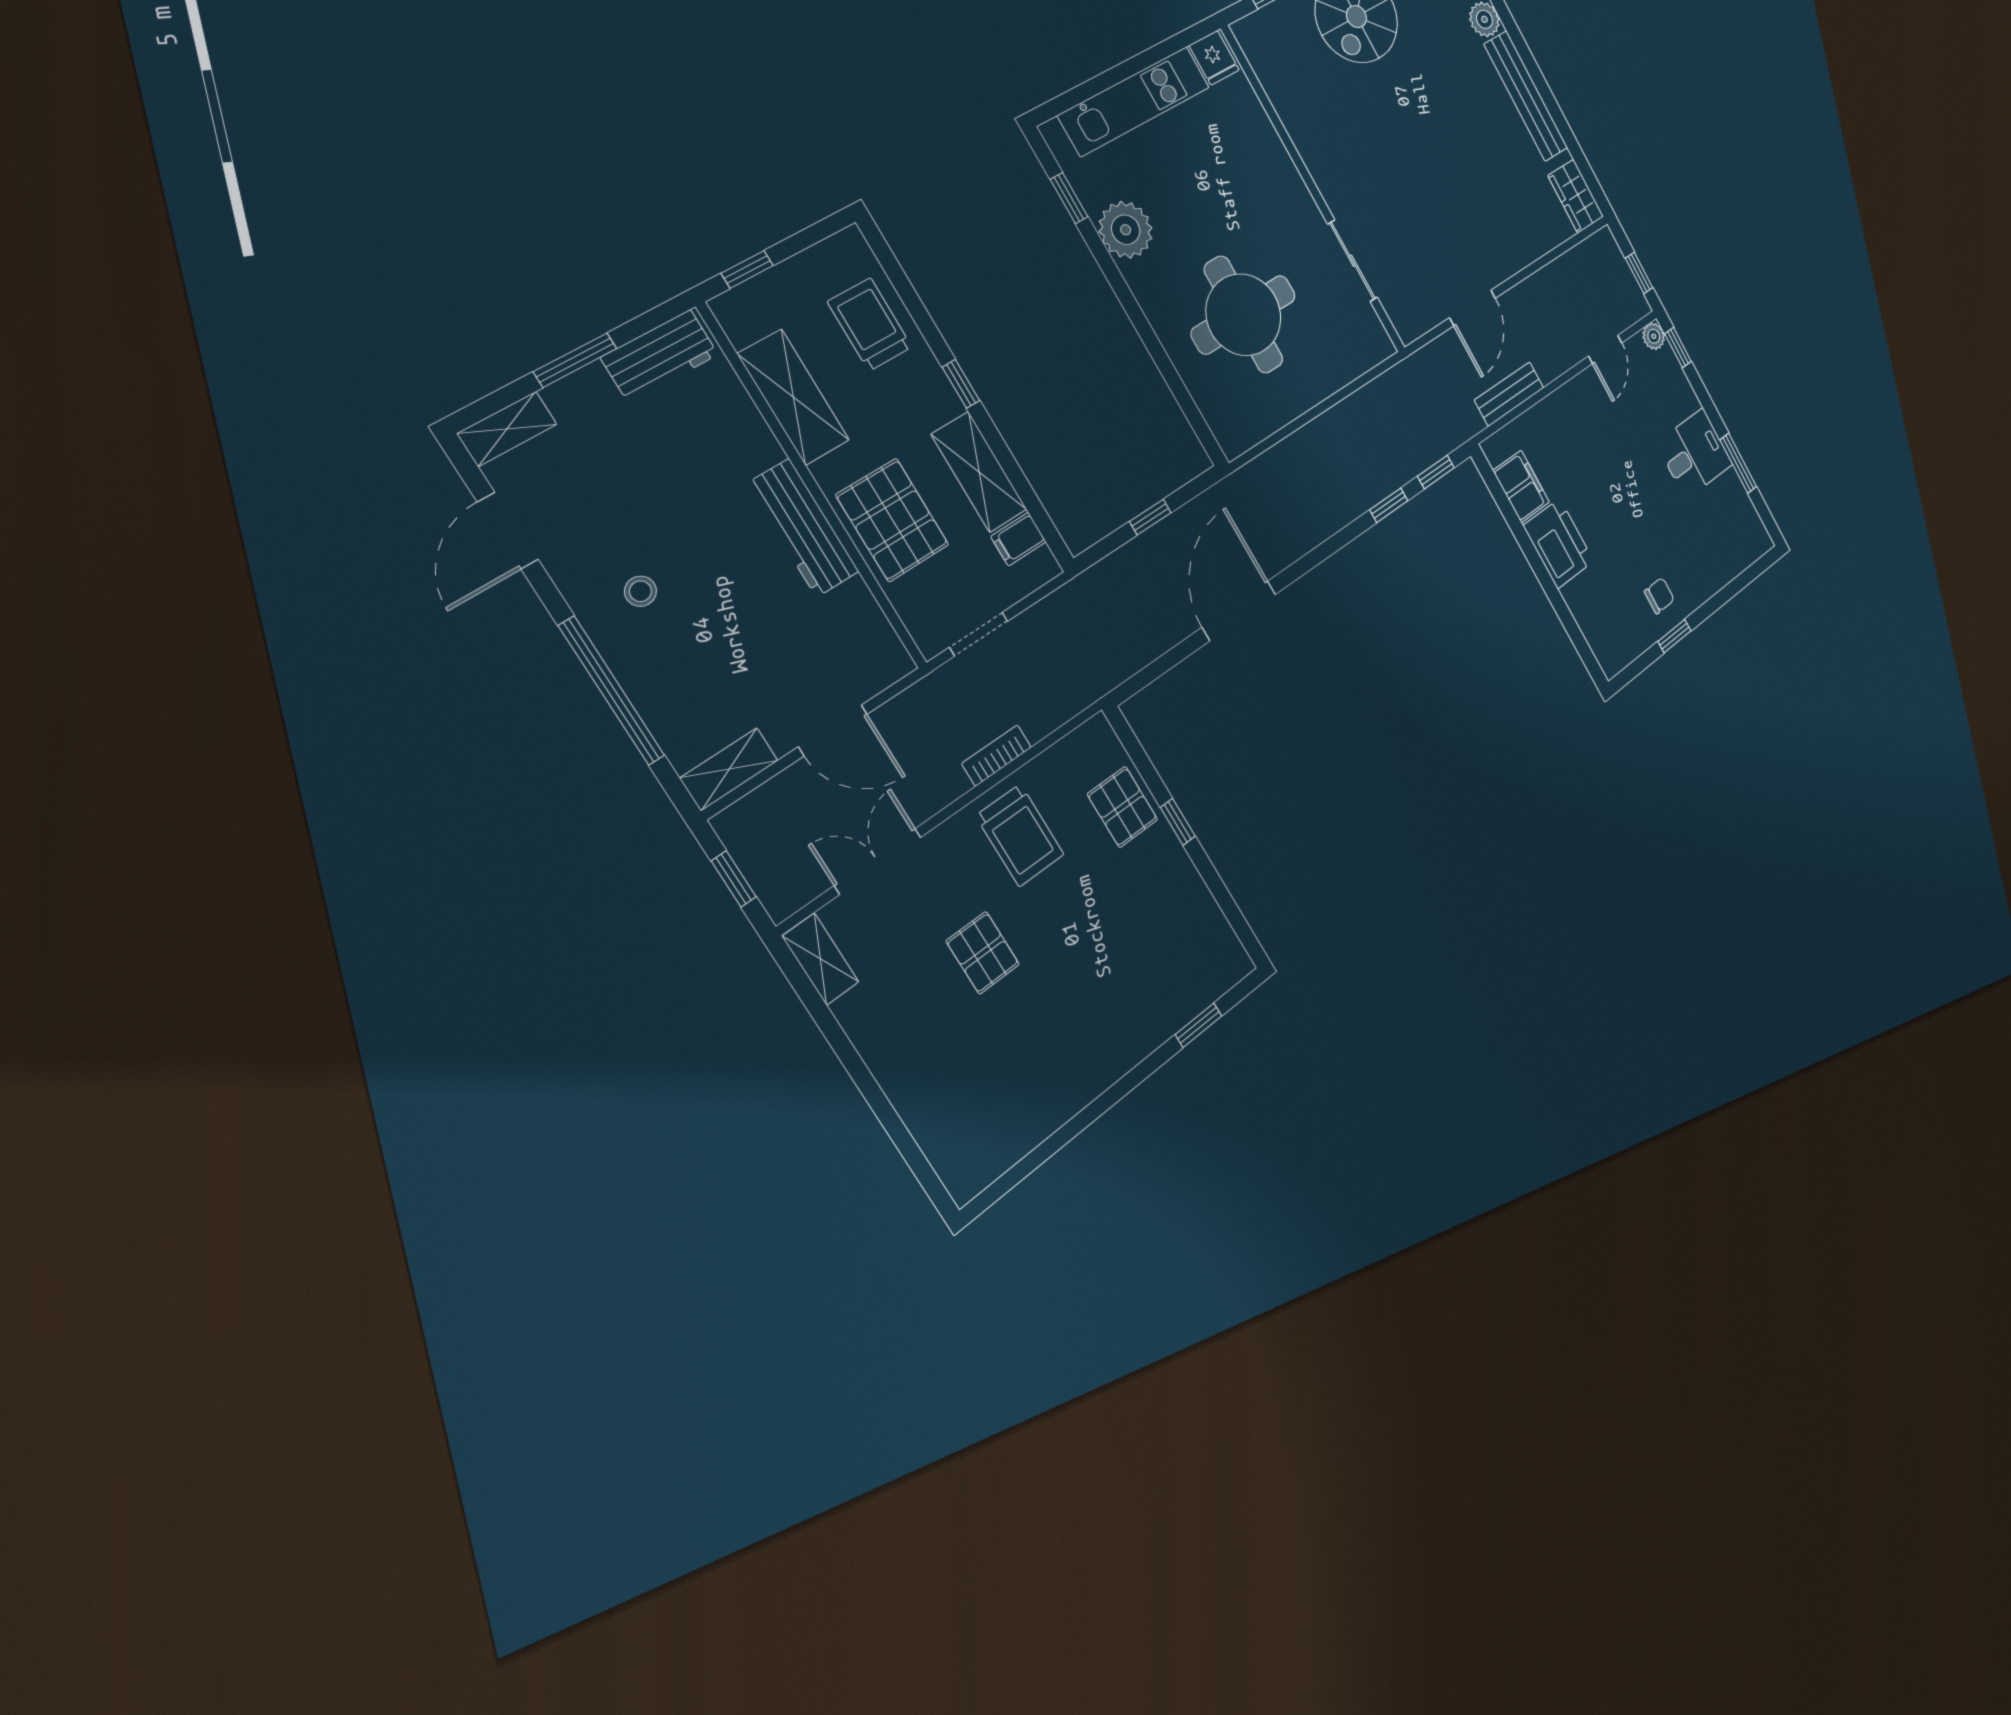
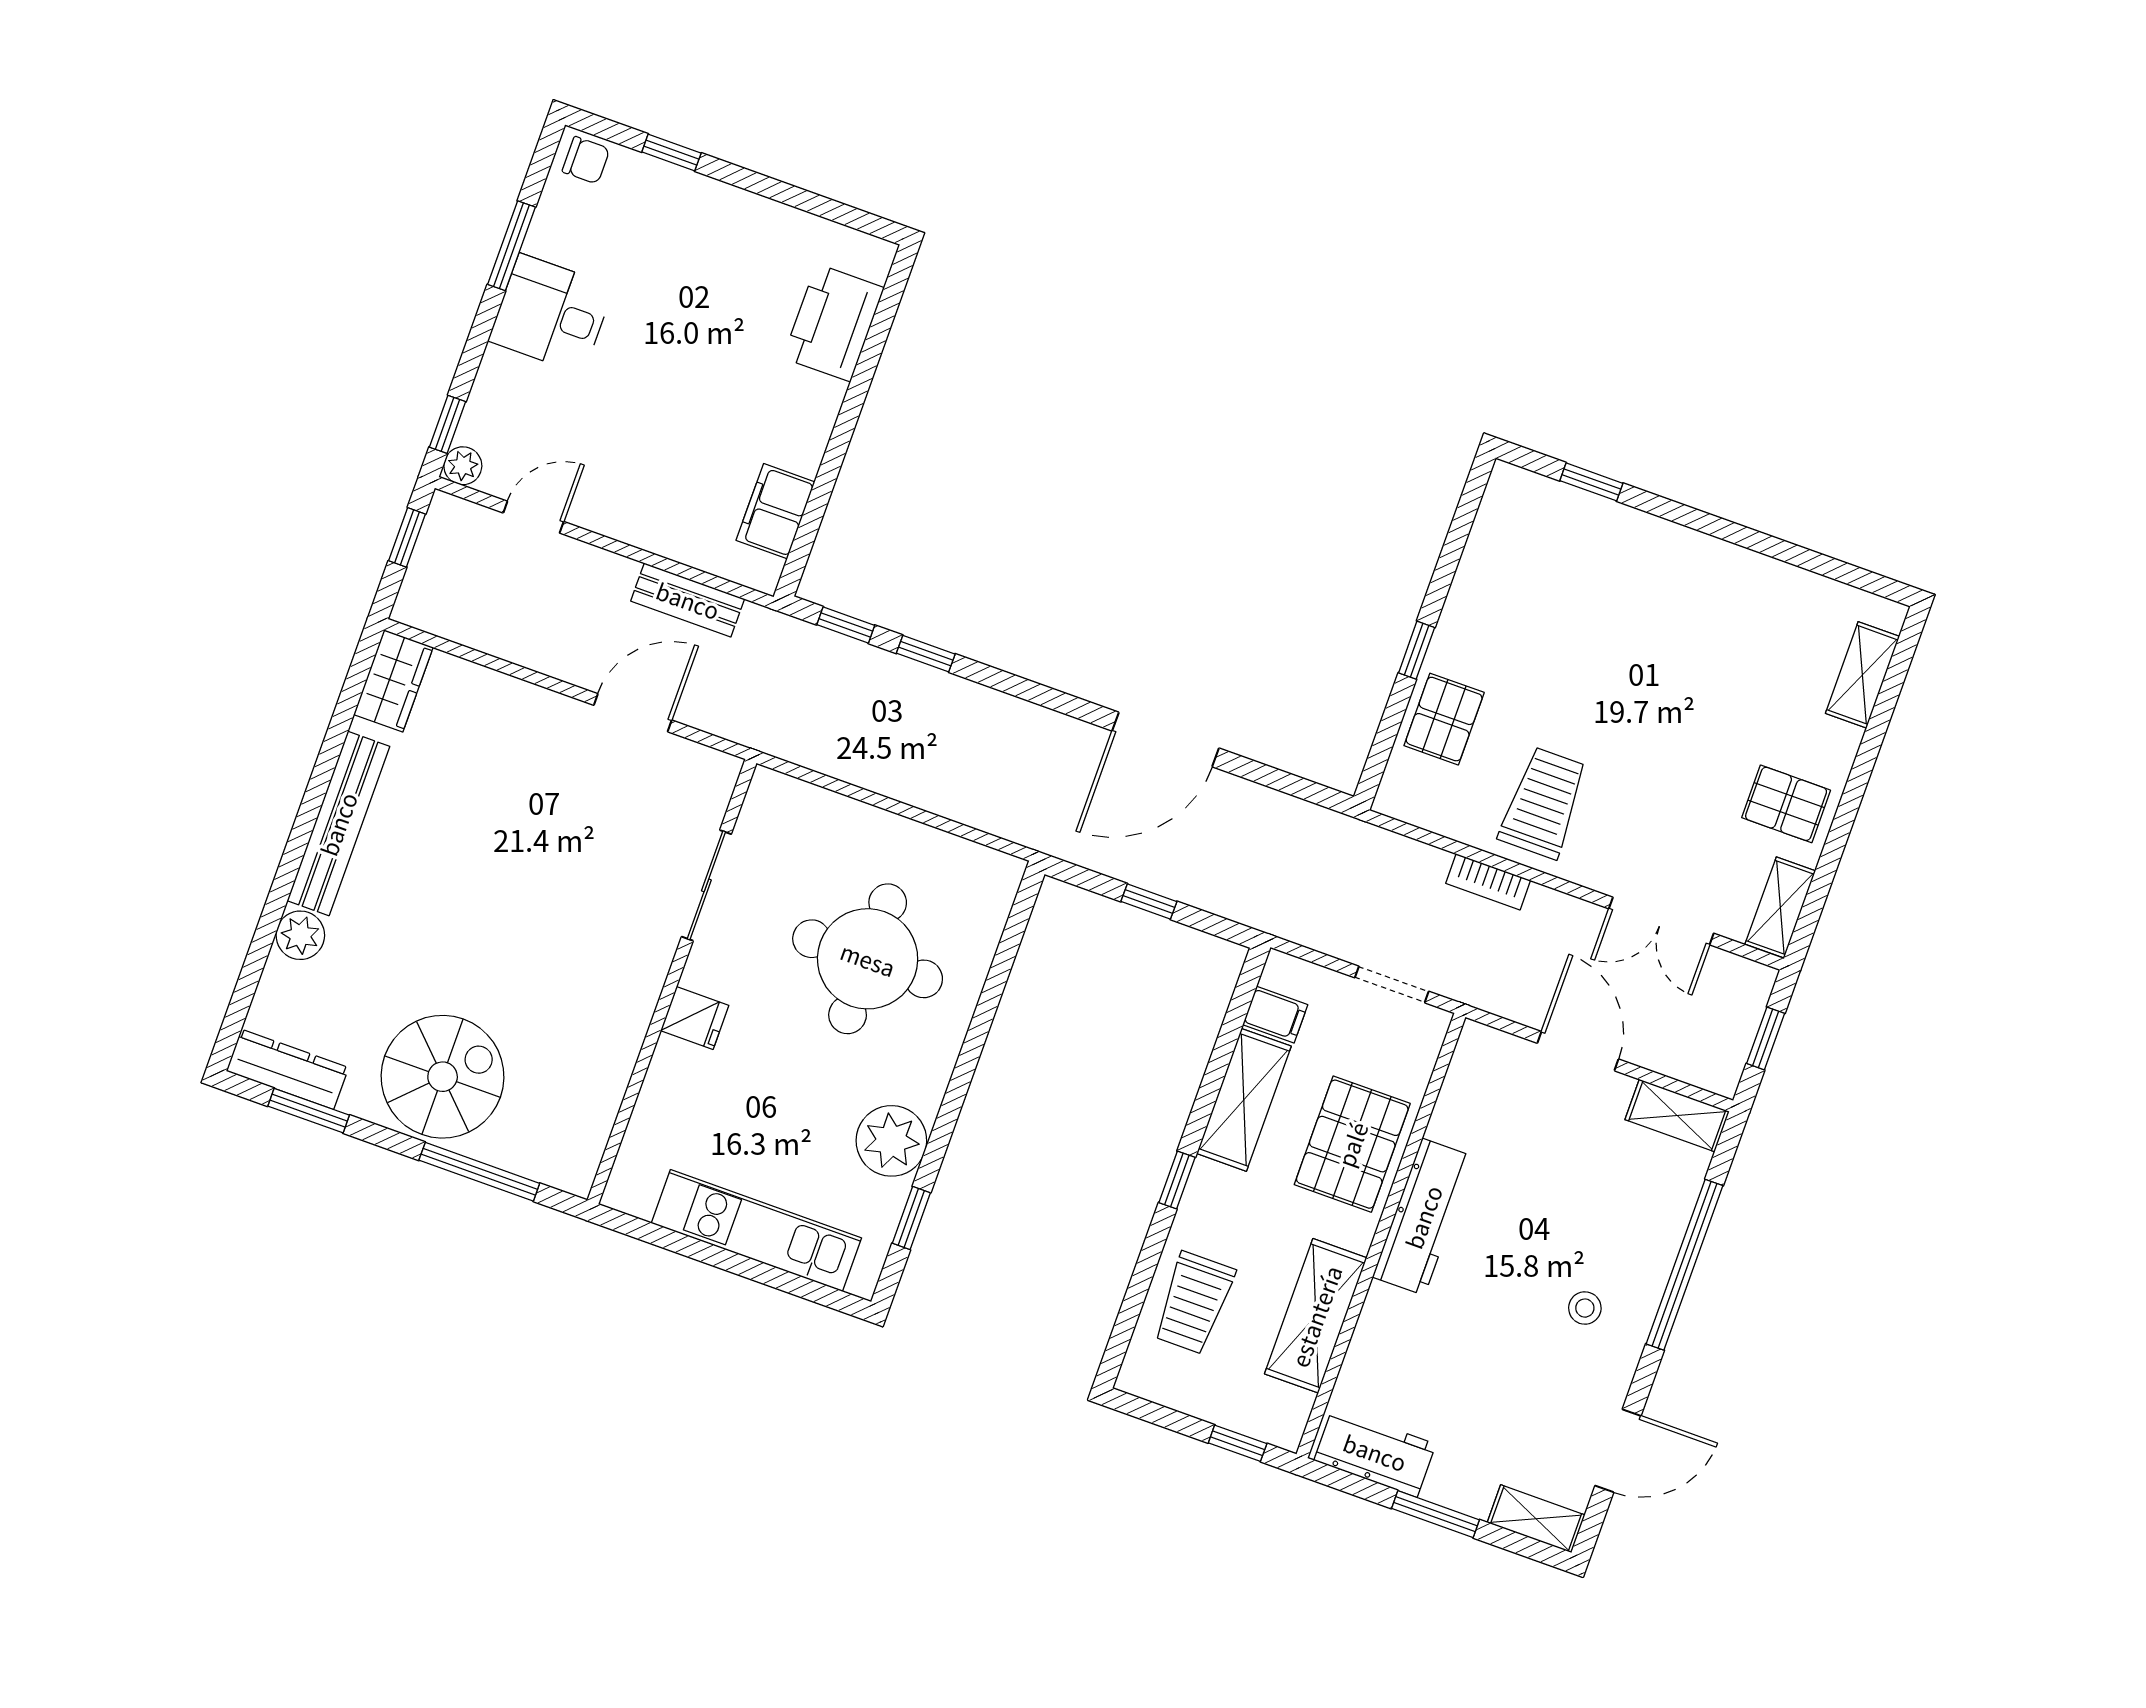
fridge: (1214, 58) -> (695, 1018), moved, turned 90
printer: (1559, 543) -> (834, 323), moved
chair: (1659, 596) -> (586, 160), moved, turned 180
window: (1674, 636) -> (671, 153), moved
pallet: (983, 953) -> (1786, 804), moved, turned 90
shelving: (938, 1140) -> (1862, 675), added

